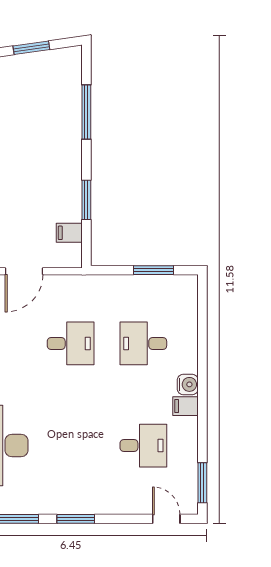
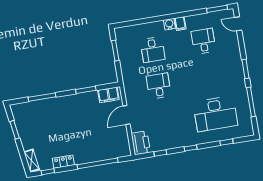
filing cabinet: (69, 233) -> (108, 95), width x2.00
door: (24, 271) -> (126, 115), swing flipped
door: (166, 519) -> (238, 24), hinge flipped

